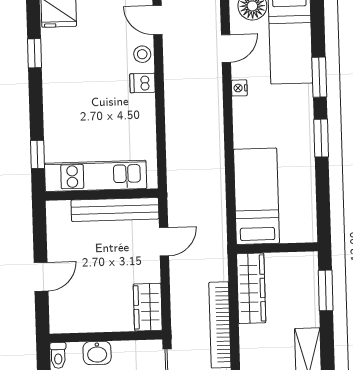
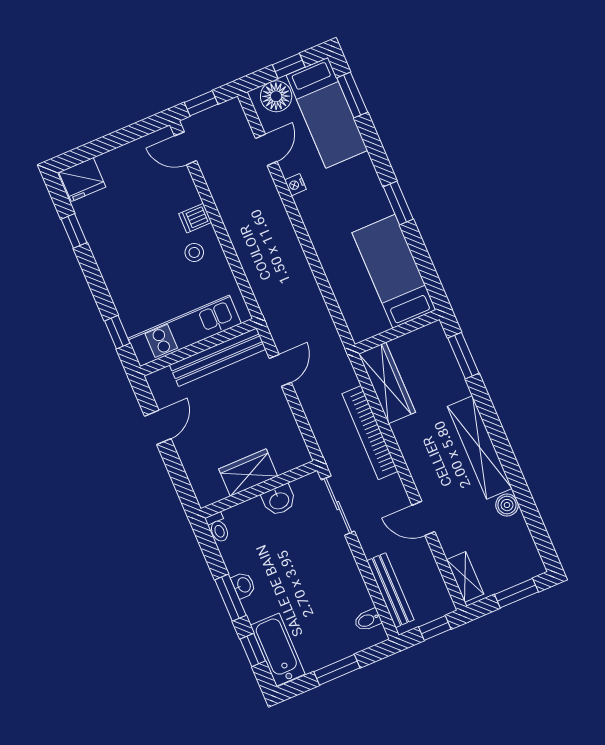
stool: (142, 54) -> (194, 252), moved
window: (319, 77) -> (352, 95), moved
bed: (256, 196) -> (394, 271), moved
door: (41, 277) -> (158, 427), moved
wardrobe: (148, 307) -> (248, 473), moved, turned 90
washbasin: (97, 353) -> (279, 500), moved

